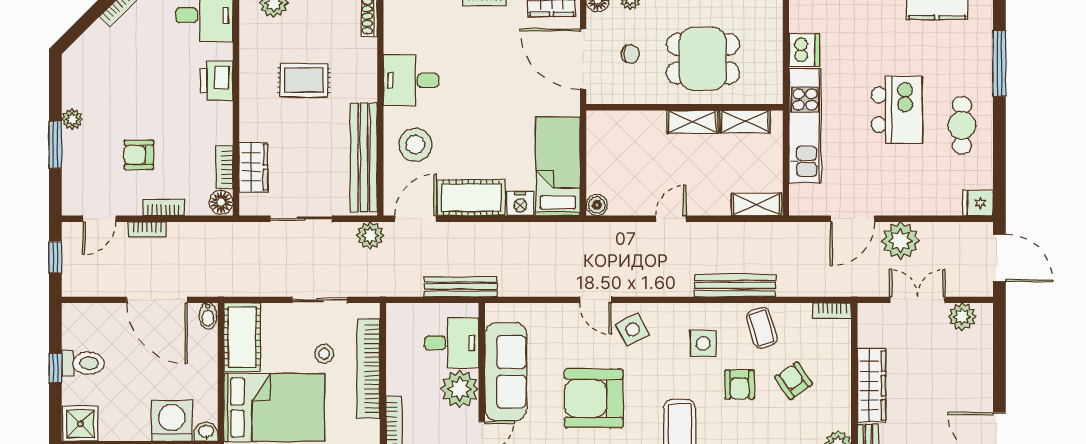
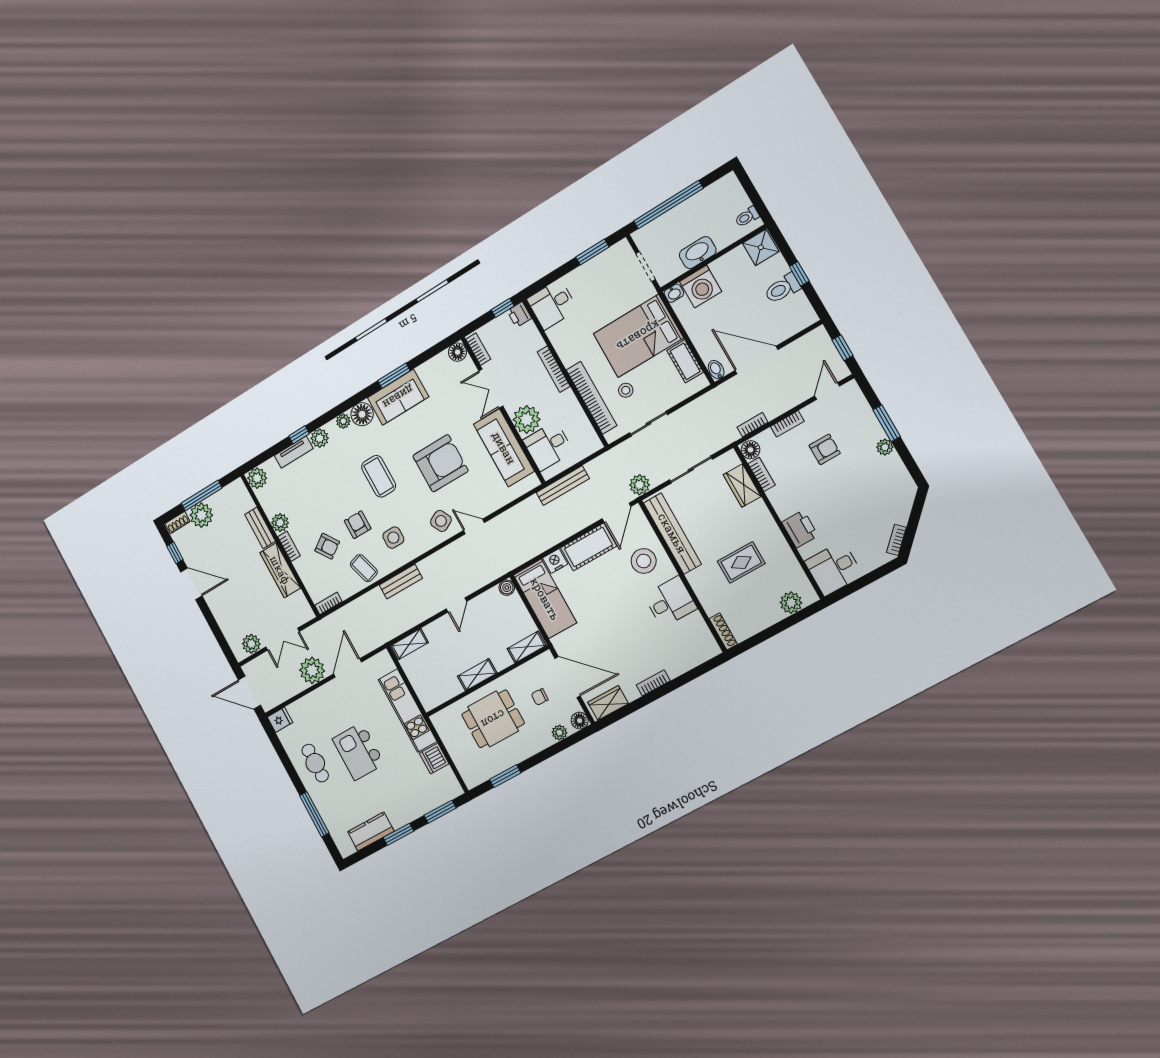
shelving: (745, 122) -> (527, 647), moved
bookcase: (147, 229) -> (752, 425), moved
bench: (735, 285) -> (401, 582), width x0.73
cot: (242, 337) -> (685, 361), width x0.73, depth x0.75
bookcase: (843, 409) -> (289, 546), added

